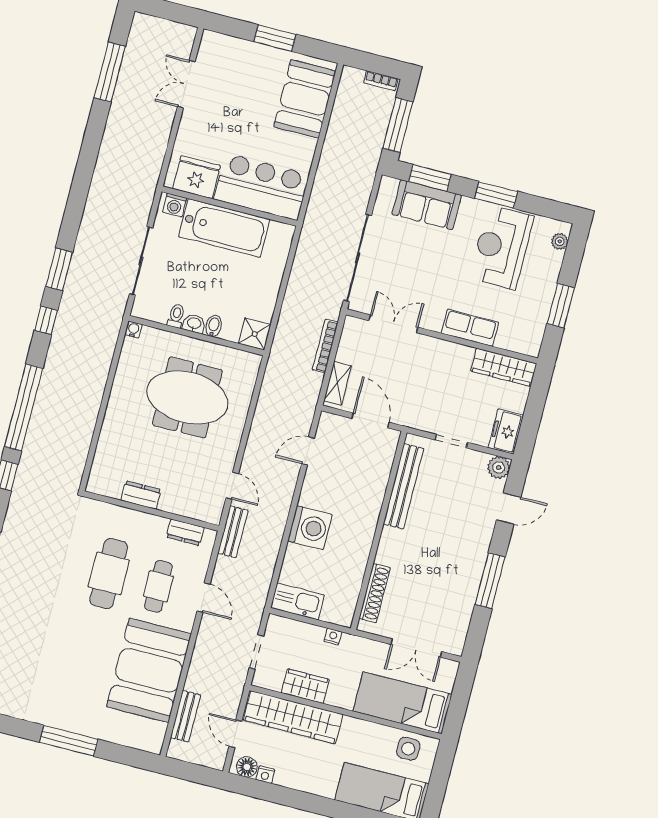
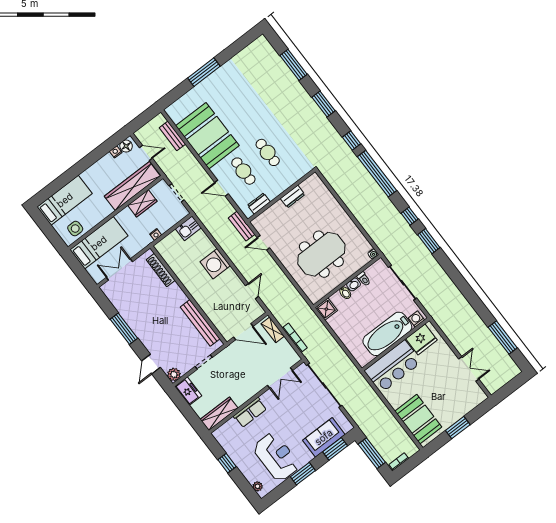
window: (561, 306) -> (227, 463), width x0.67
cafe table: (109, 574) -> (268, 152), width x0.73, depth x0.74
kitchen sink: (297, 601) -> (188, 228), width x0.73

